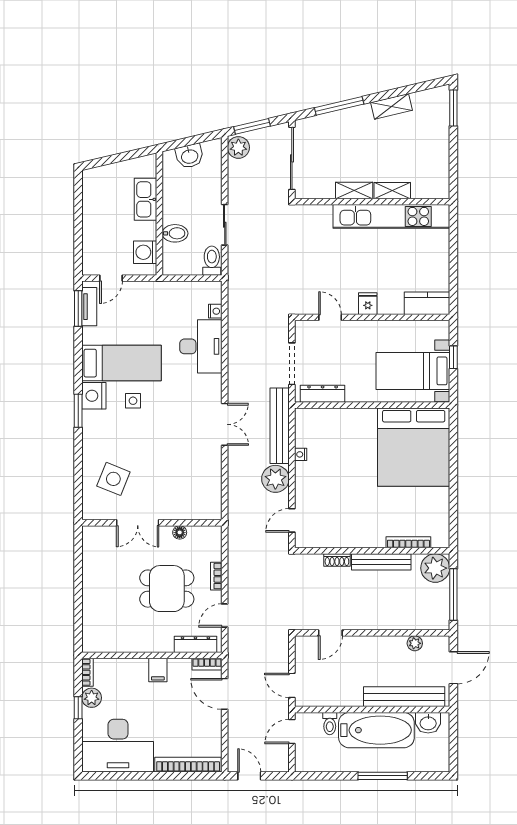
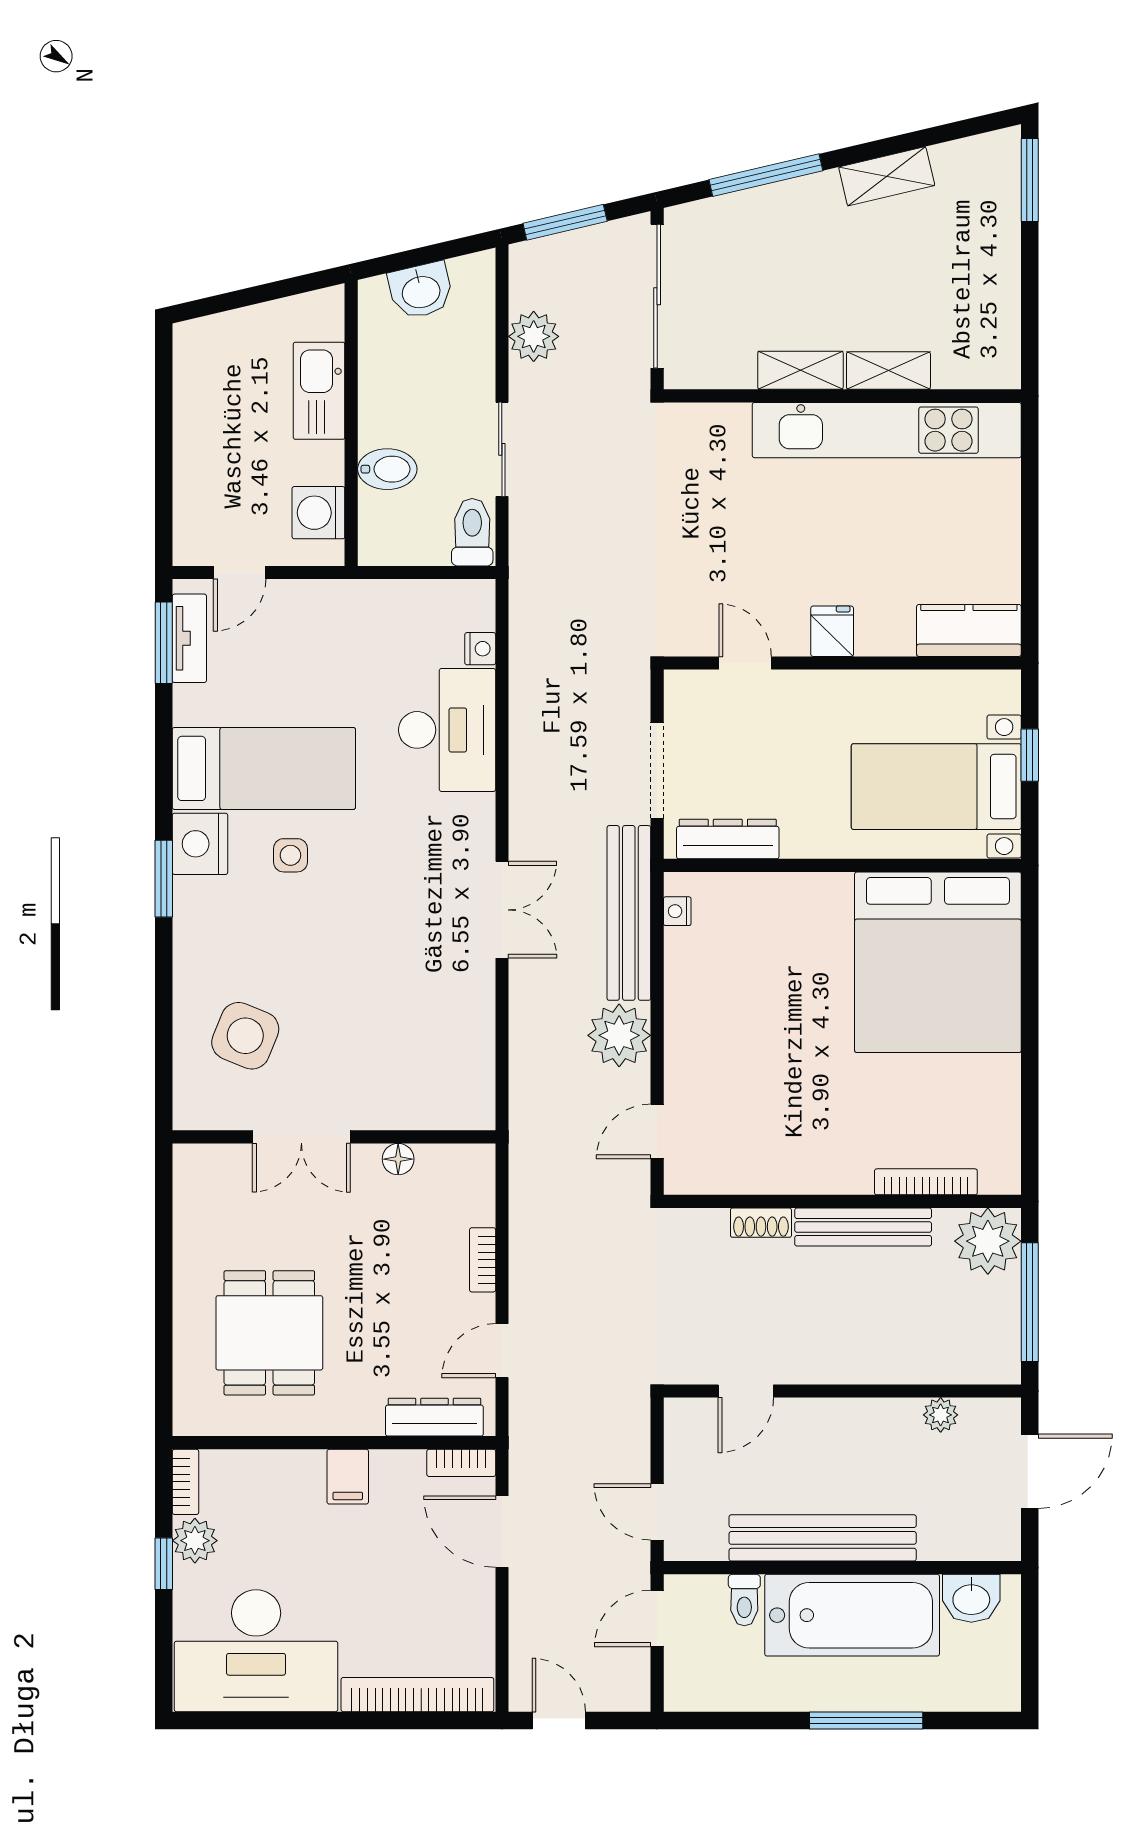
plant: (238, 147) -> (534, 336), moved
nightstand: (301, 454) -> (677, 911), moved
dining table: (167, 589) -> (269, 1333), moved, turned 90
bench: (404, 697) -> (823, 1538), moved

